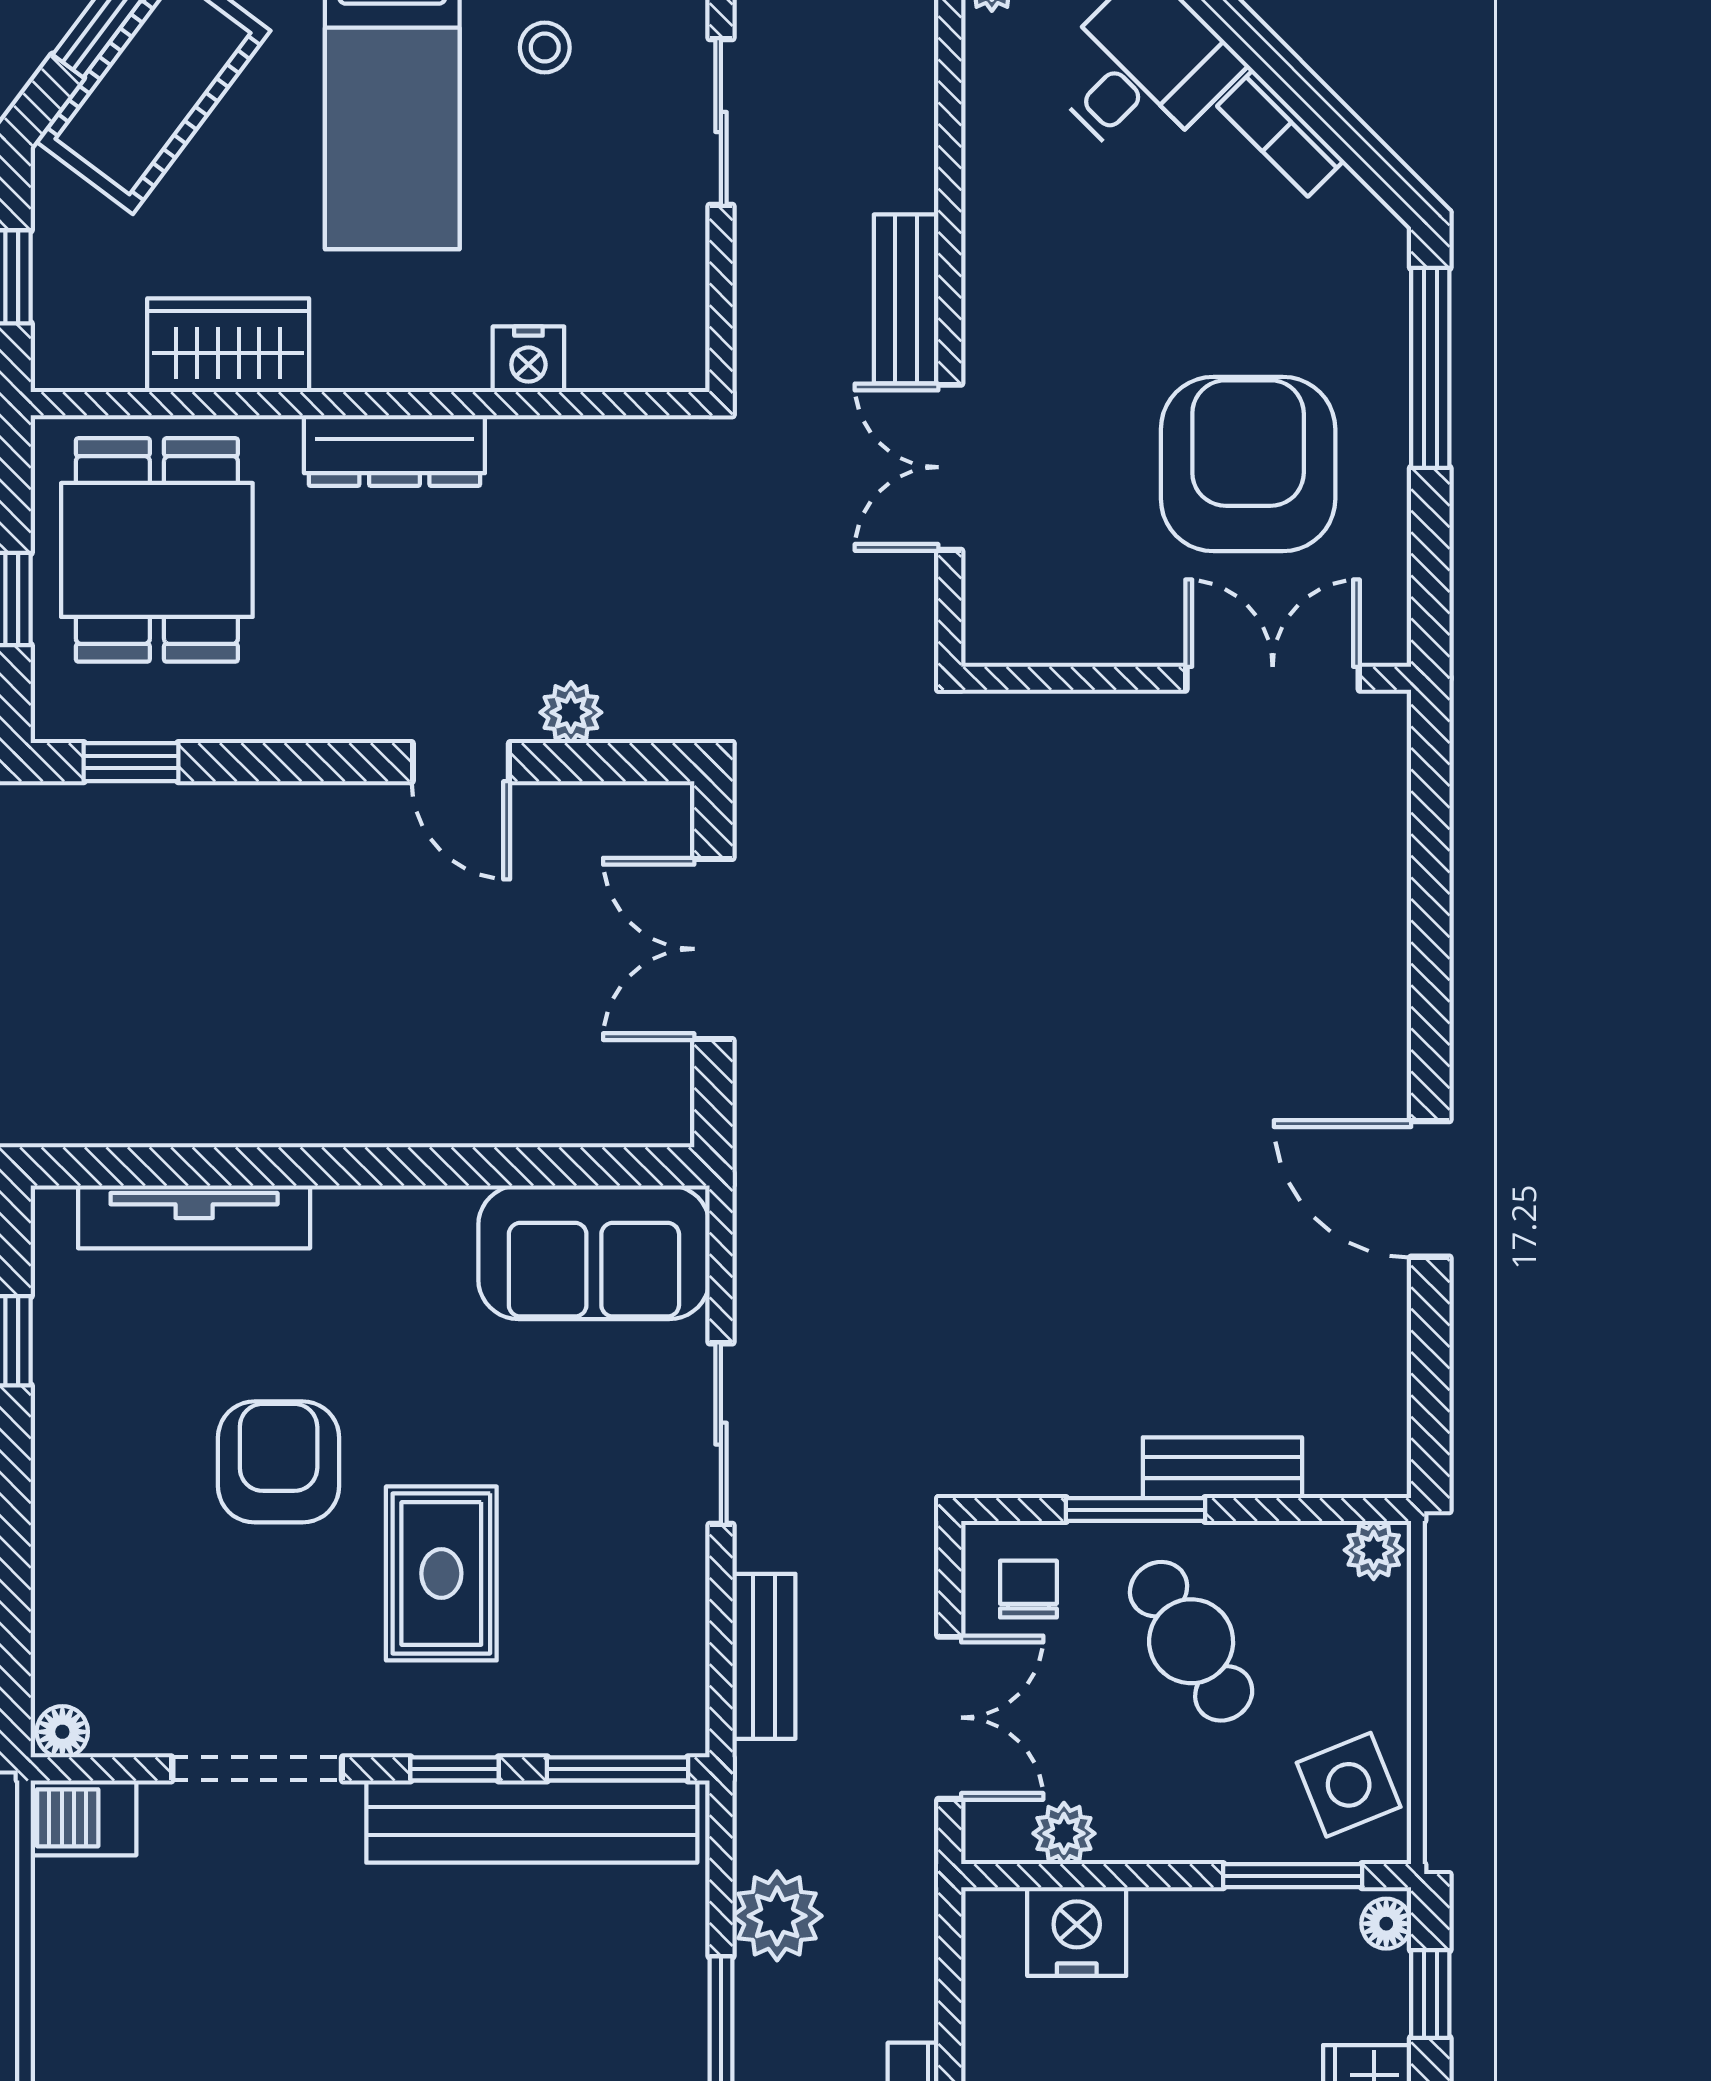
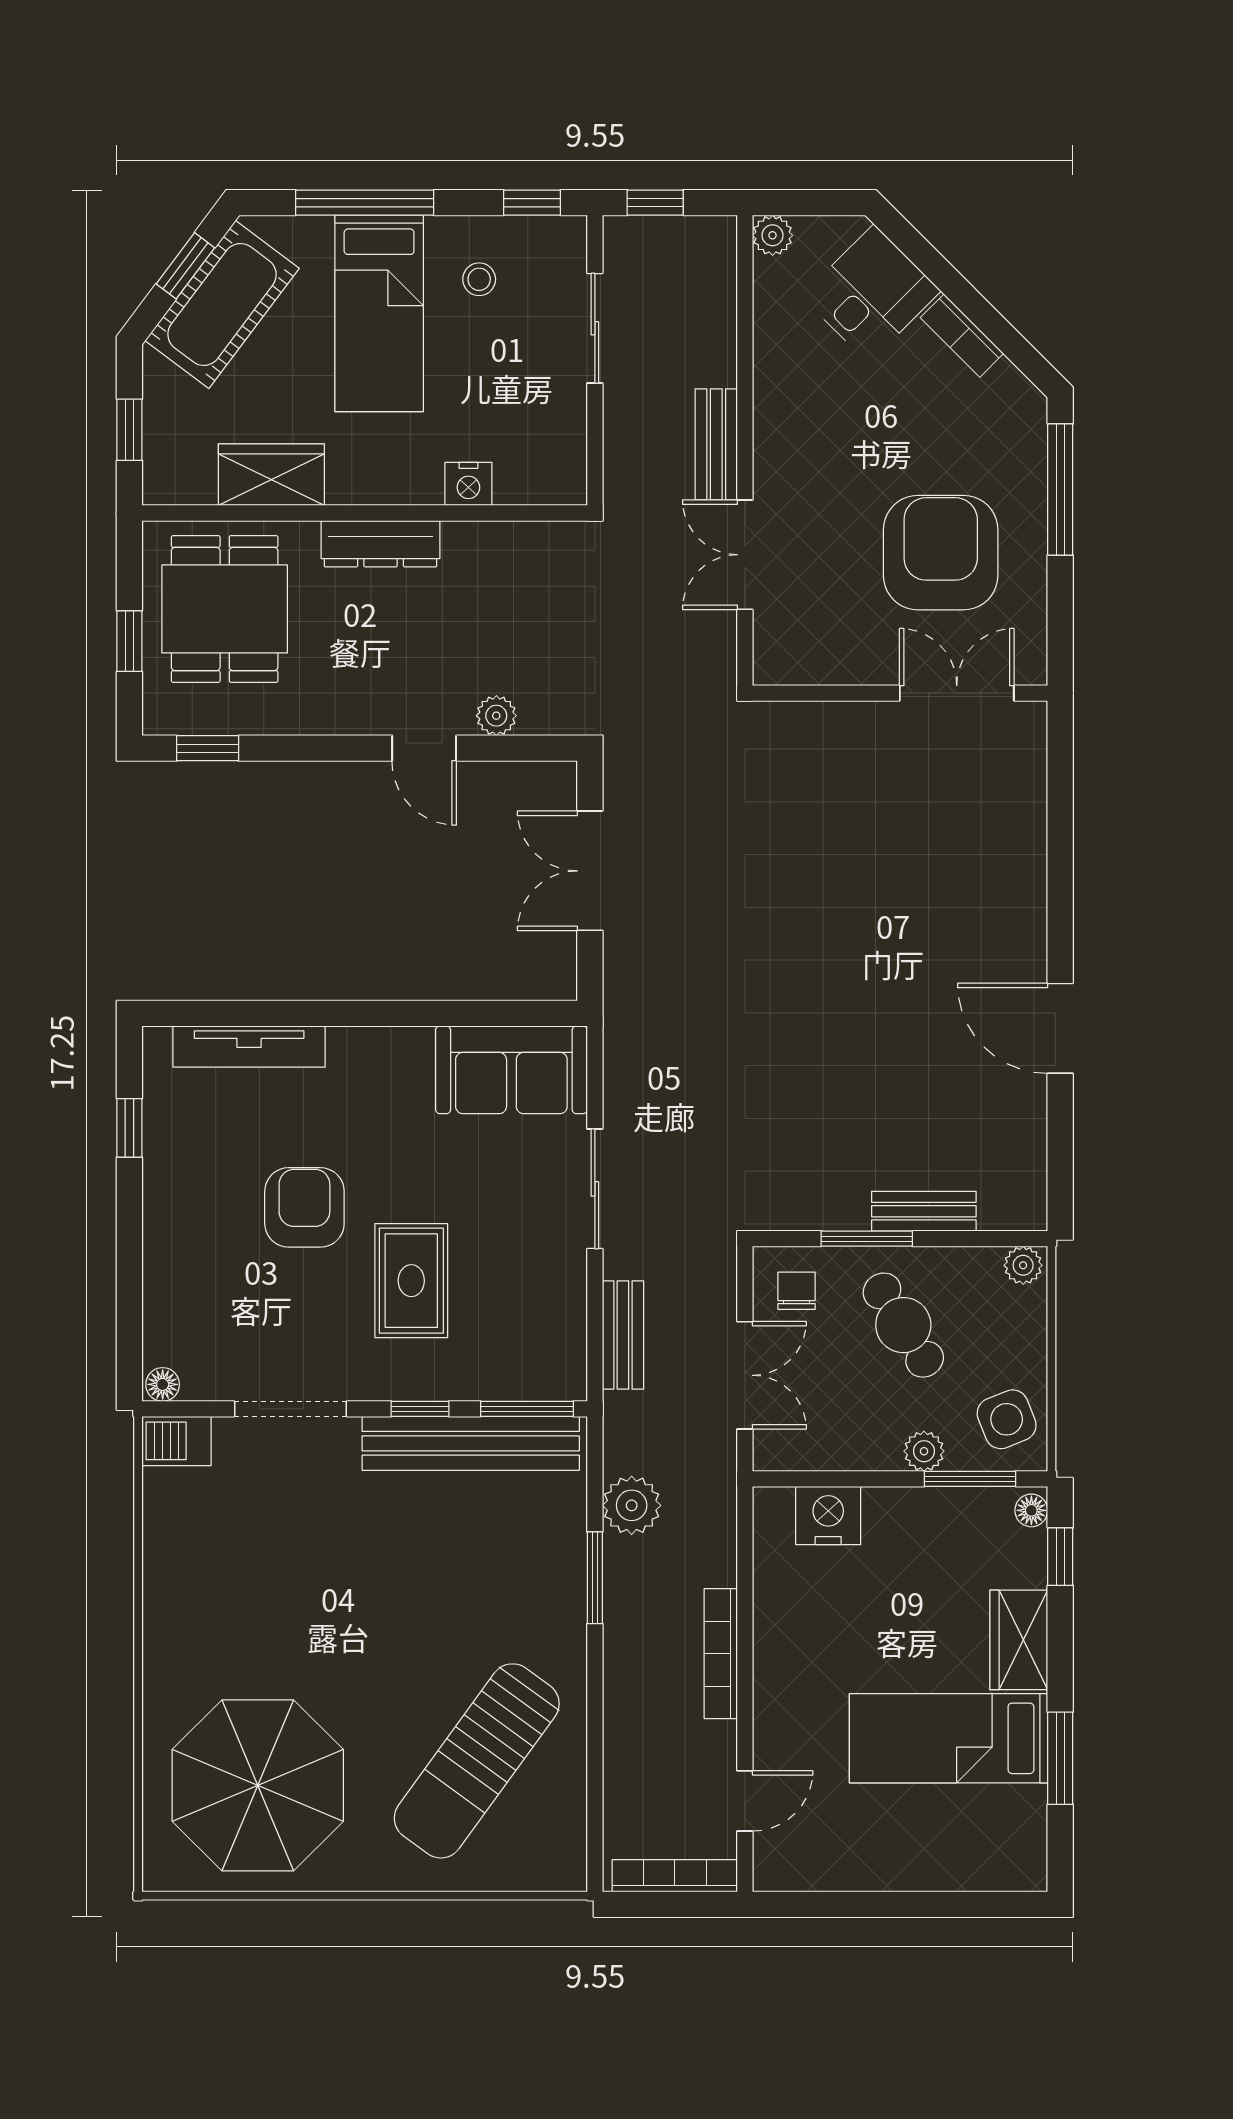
plant: (1064, 1833) -> (924, 1451), moved

